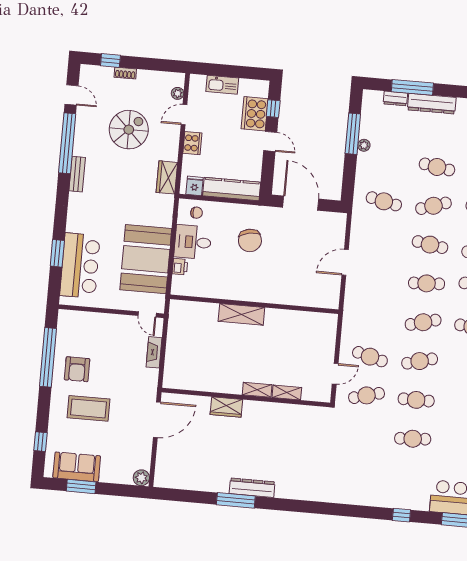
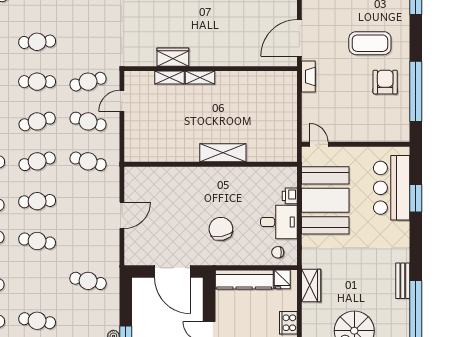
cafe table: (433, 206) -> (88, 161), moved, turned 33
fireplace: (154, 352) -> (308, 76), moved
wardrobe: (226, 407) -> (173, 57), moved

